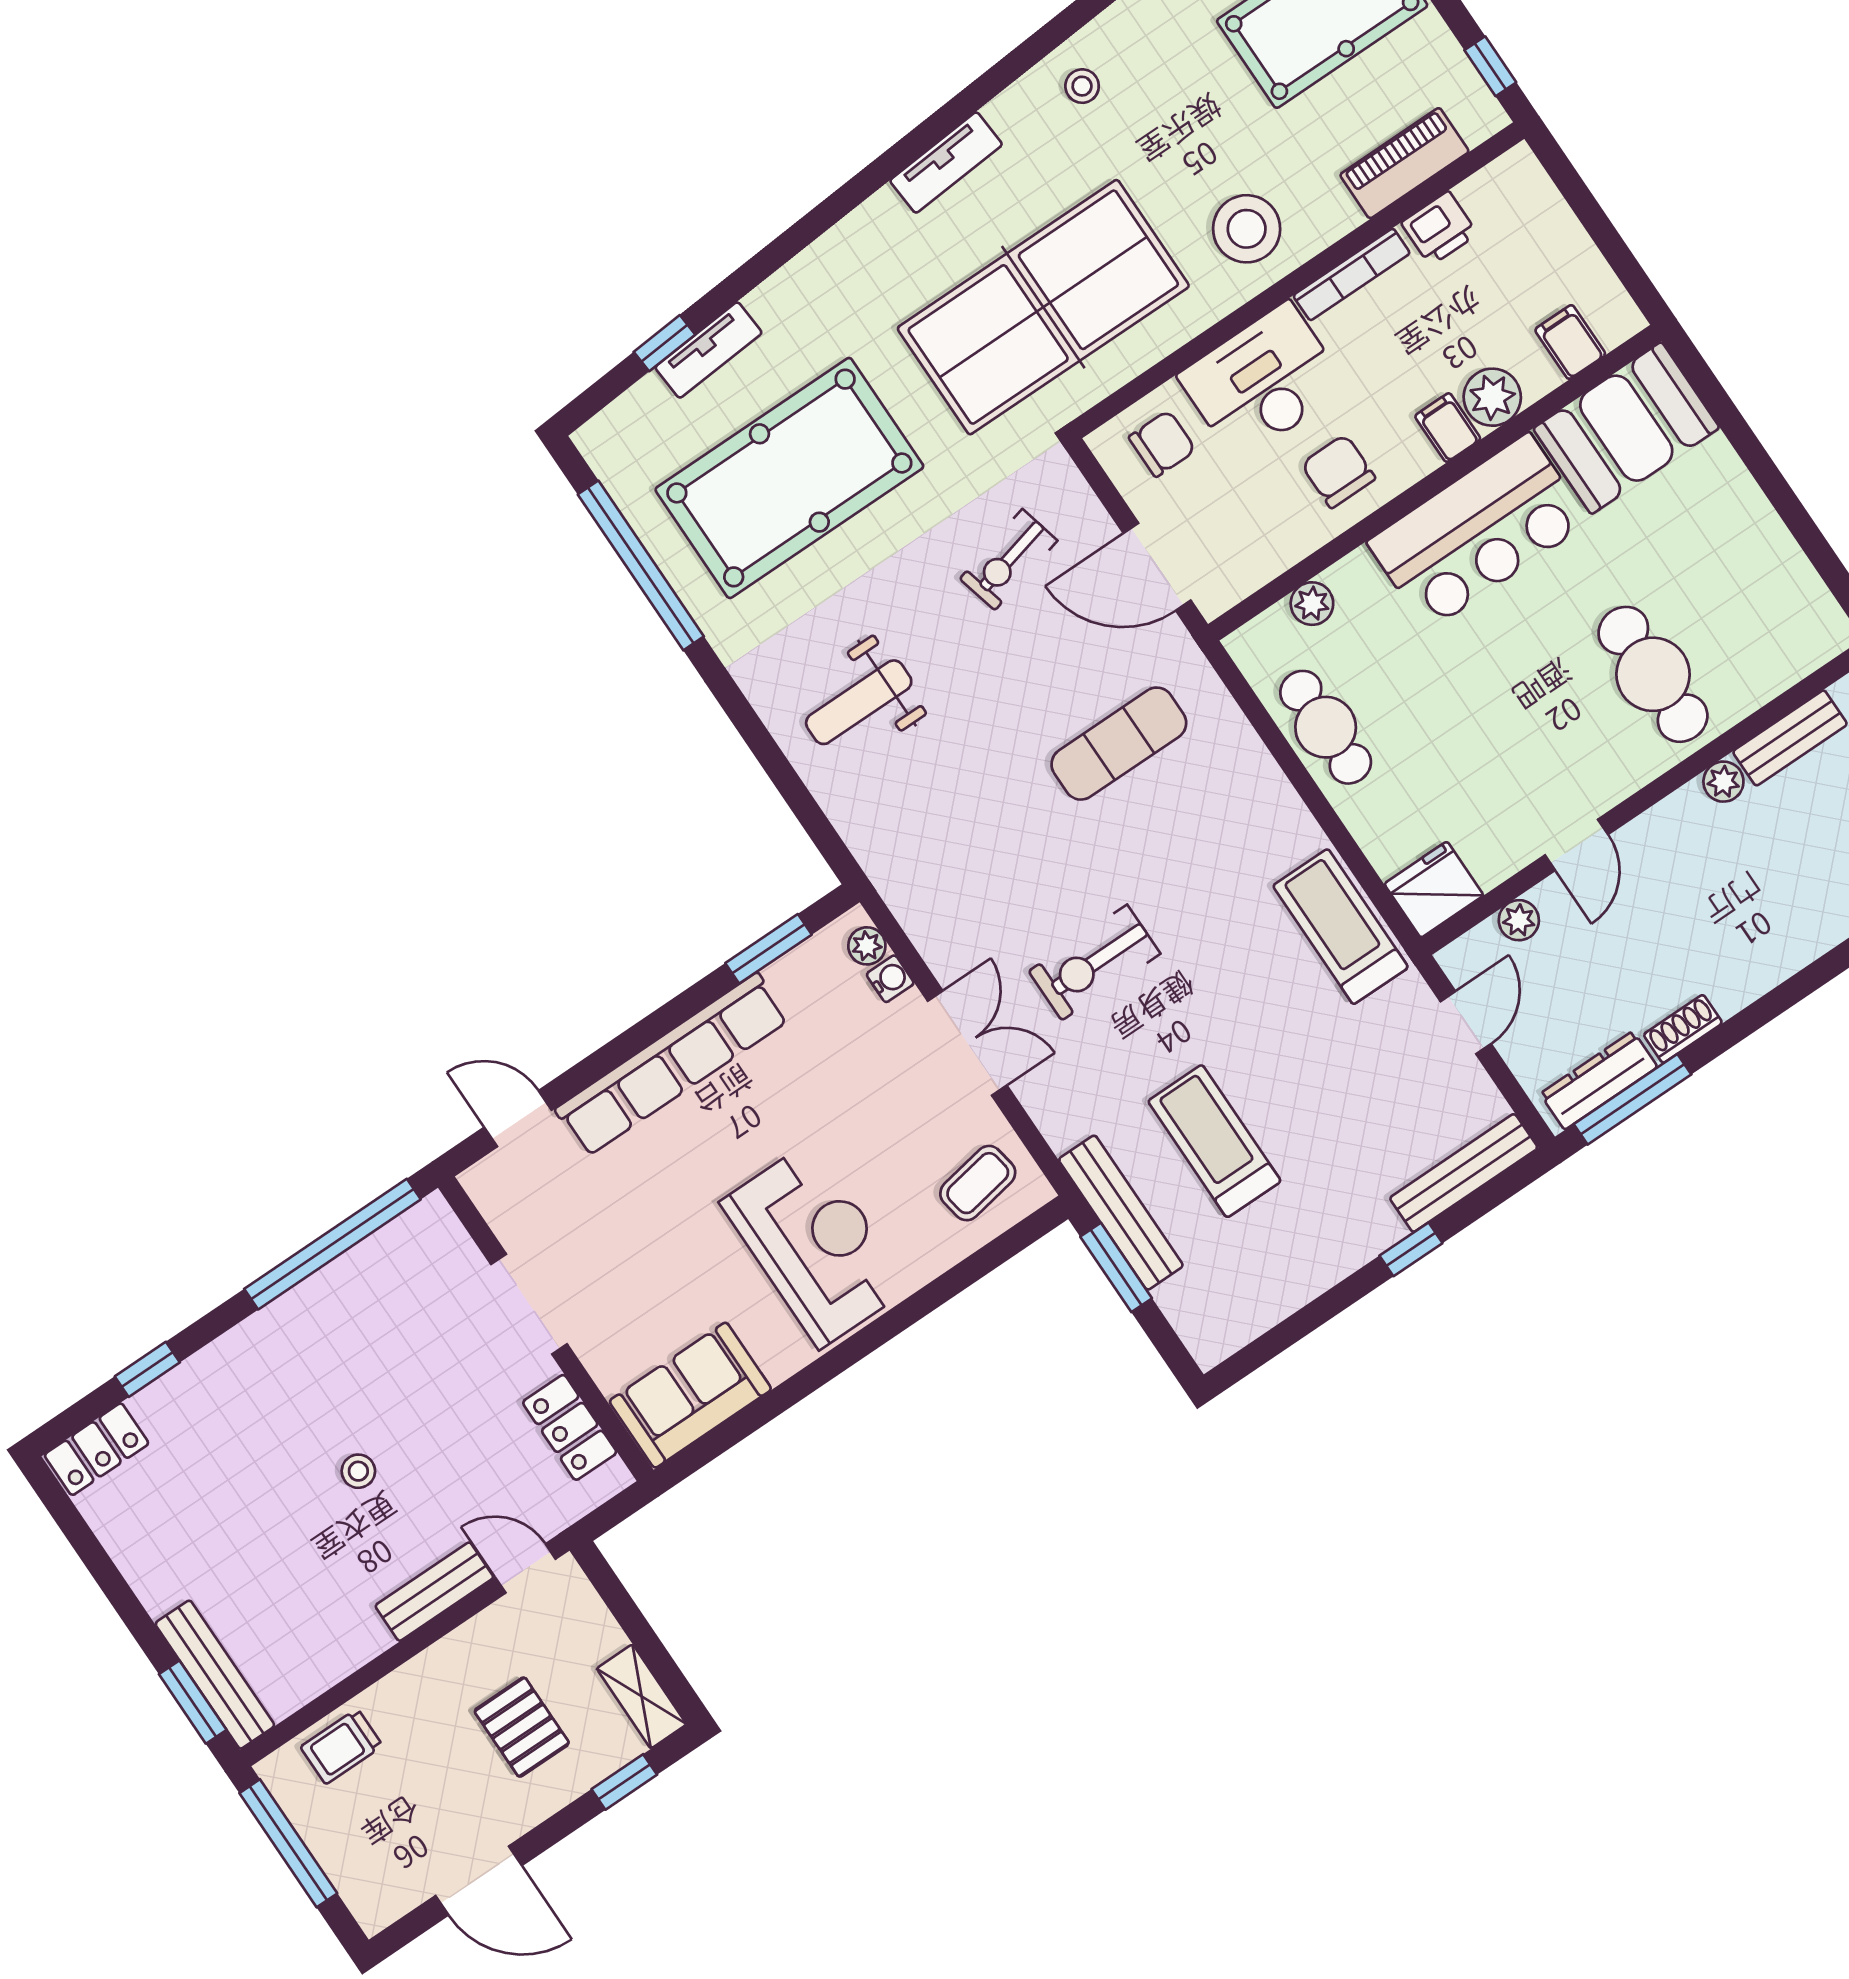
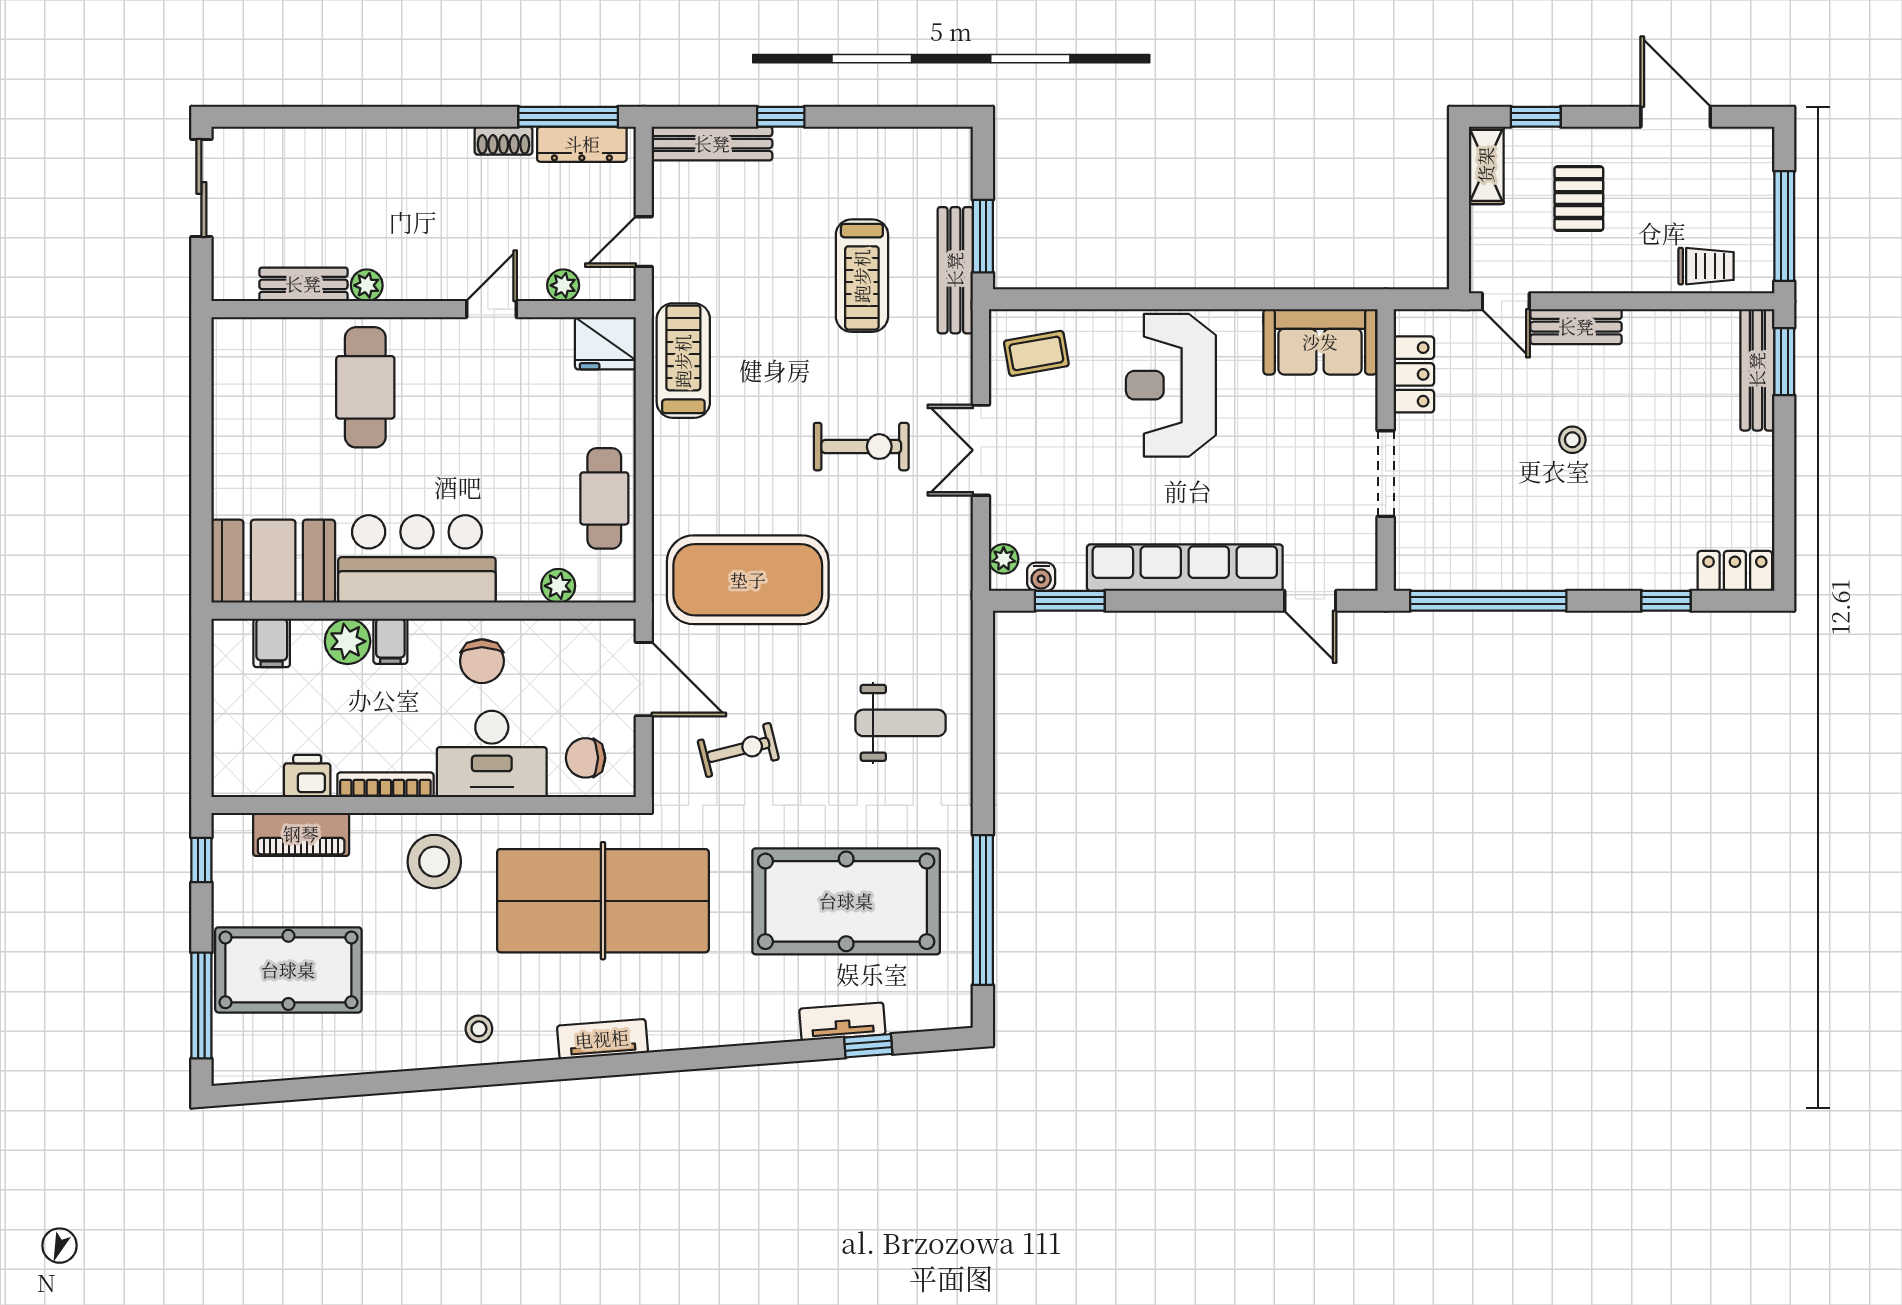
exercise mat: (1119, 744) -> (748, 580), width x2.00, depth x1.45
treadmill: (1340, 927) -> (683, 361), turned 180
water cooler: (890, 979) -> (1041, 577), moved, turned -90

